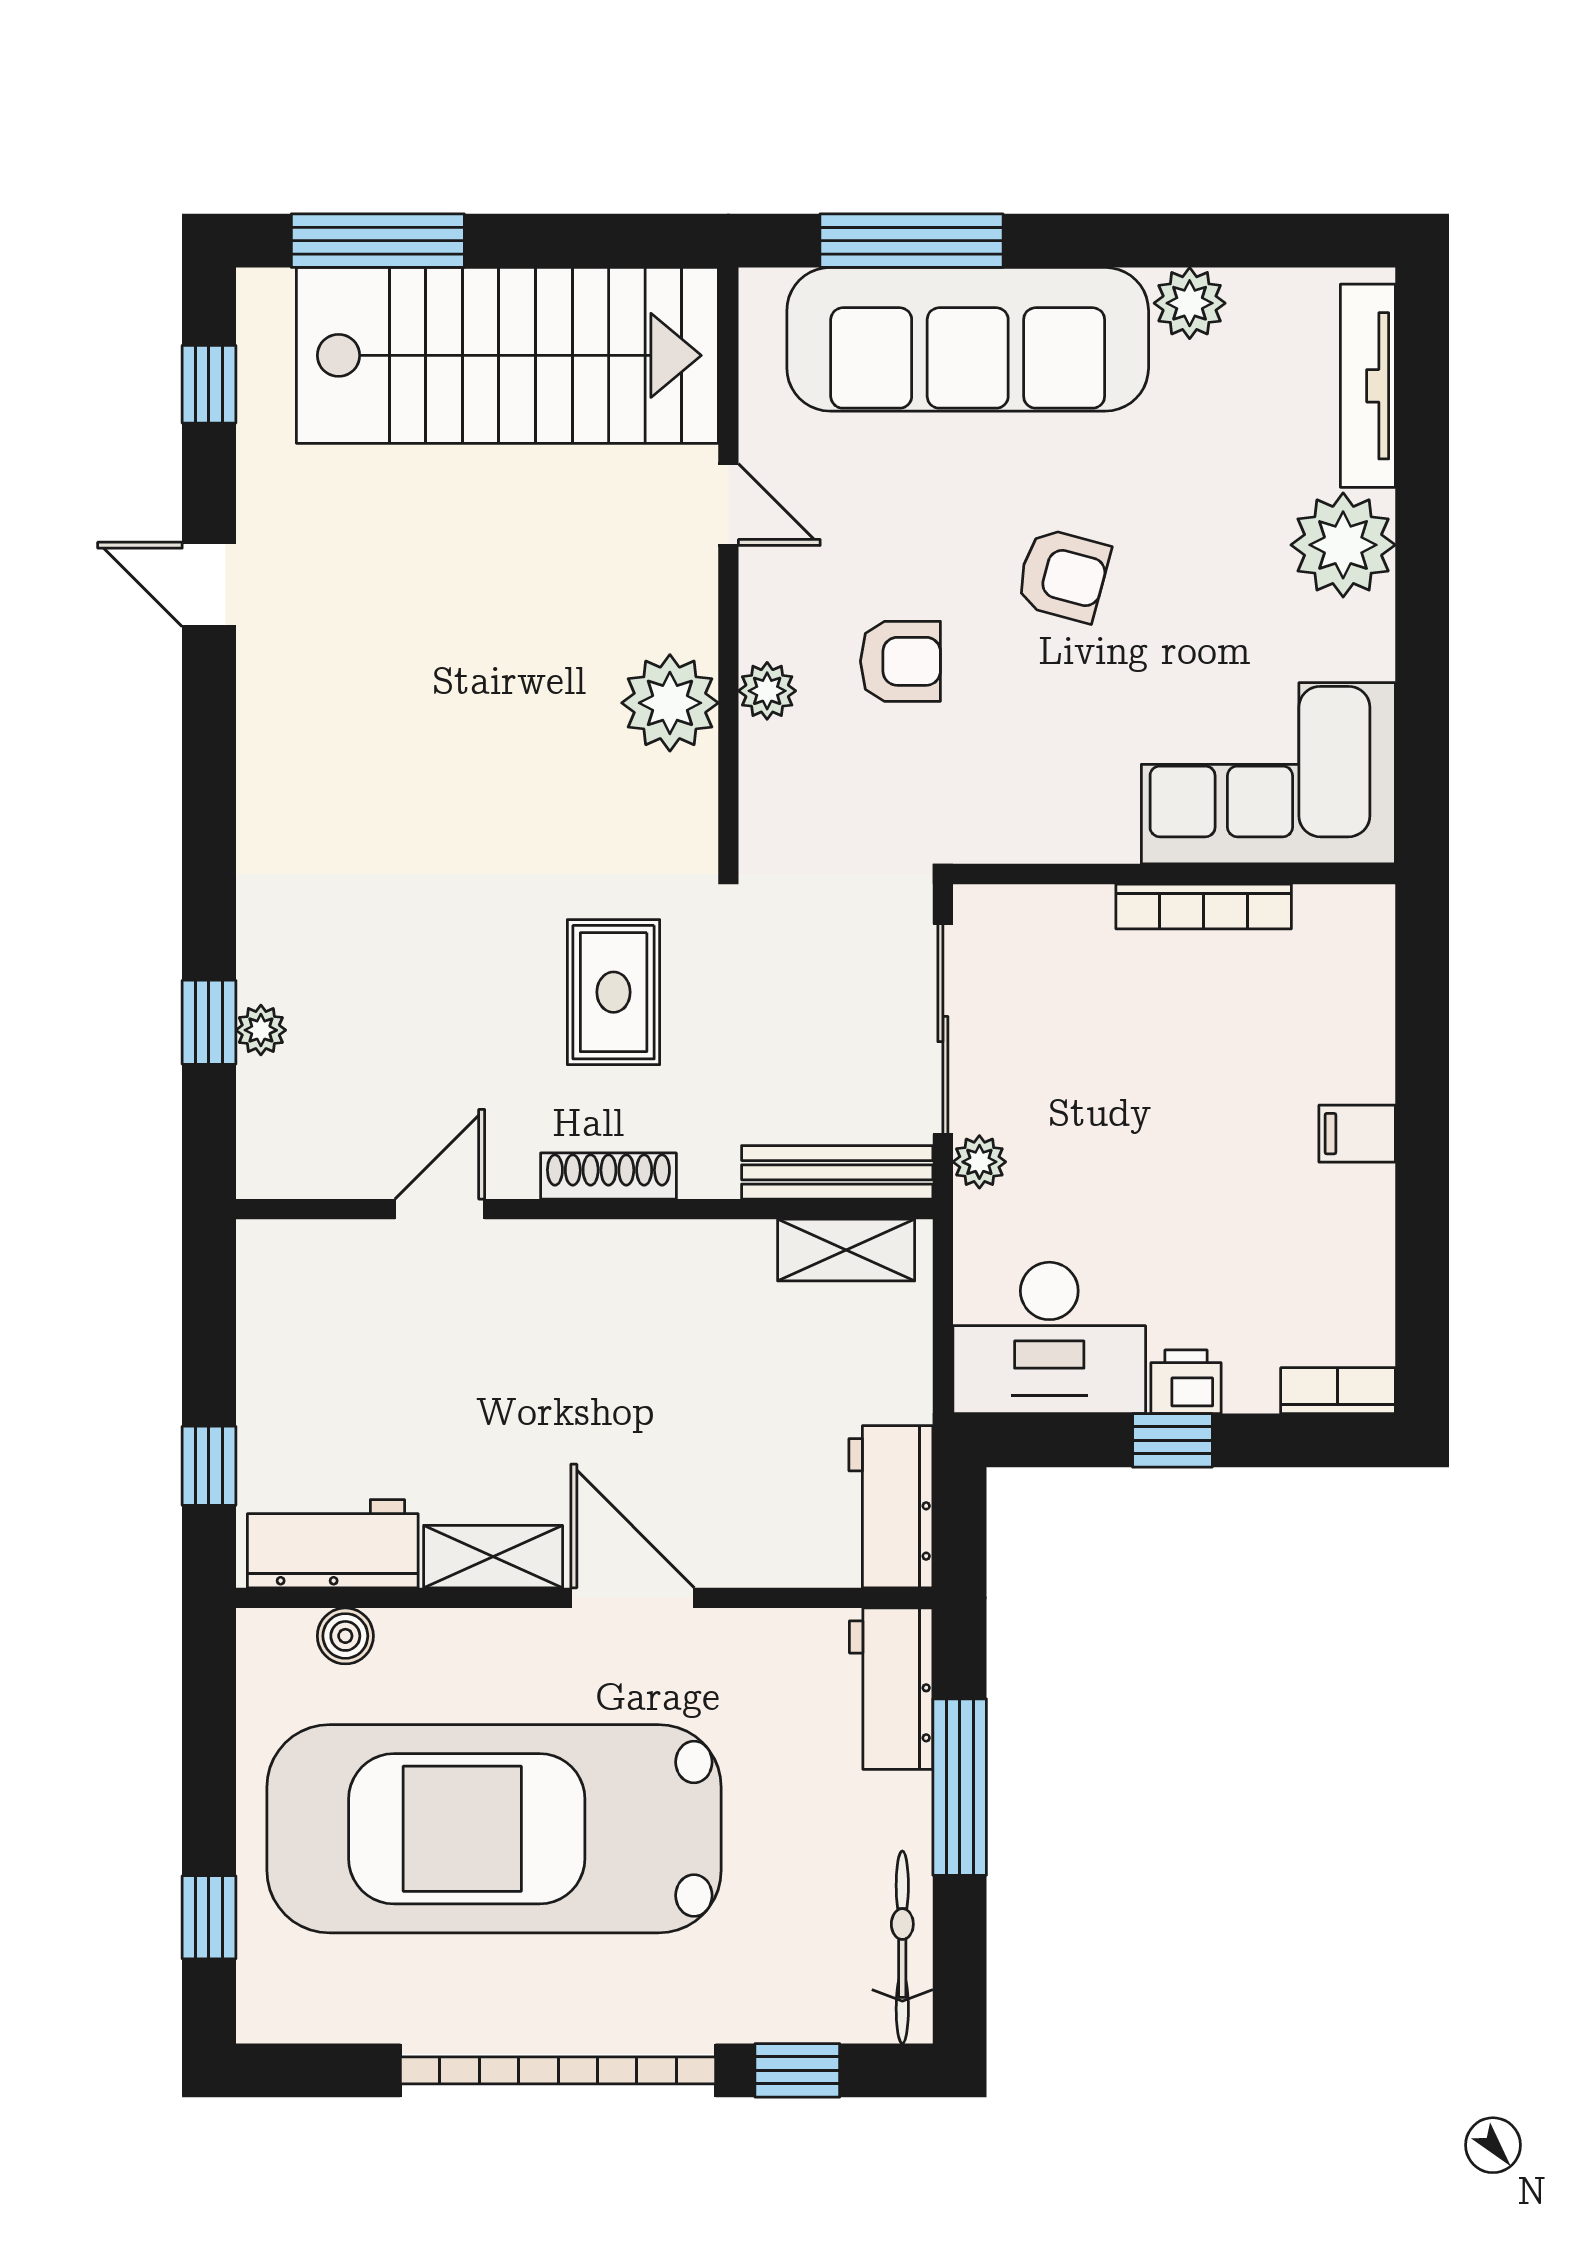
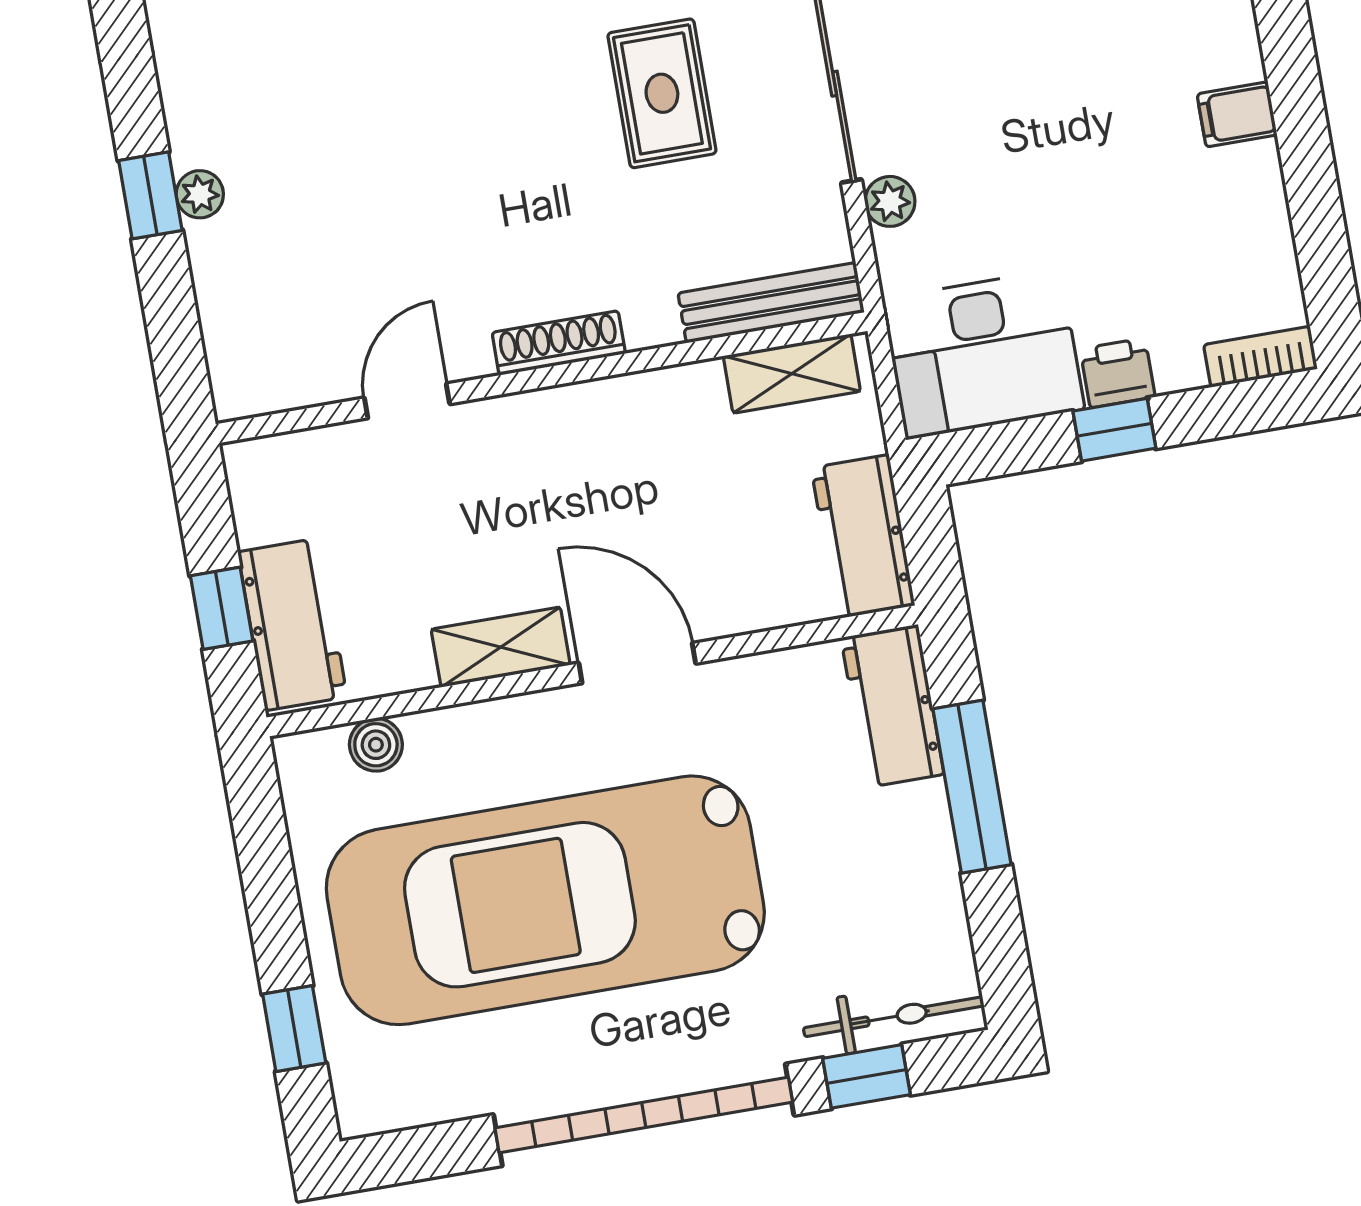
rug: (614, 992) -> (662, 93), moved
bench: (837, 1172) -> (771, 303), moved
shoe rack: (608, 1176) -> (559, 343), moved
door: (440, 1209) -> (407, 401), moved
wall: (584, 1209) -> (542, 378), moved
shelving: (846, 1250) -> (792, 374), moved
workbench: (333, 1544) -> (292, 624), moved, turned 90
bicycle: (902, 1947) -> (894, 1017), moved, turned 90

